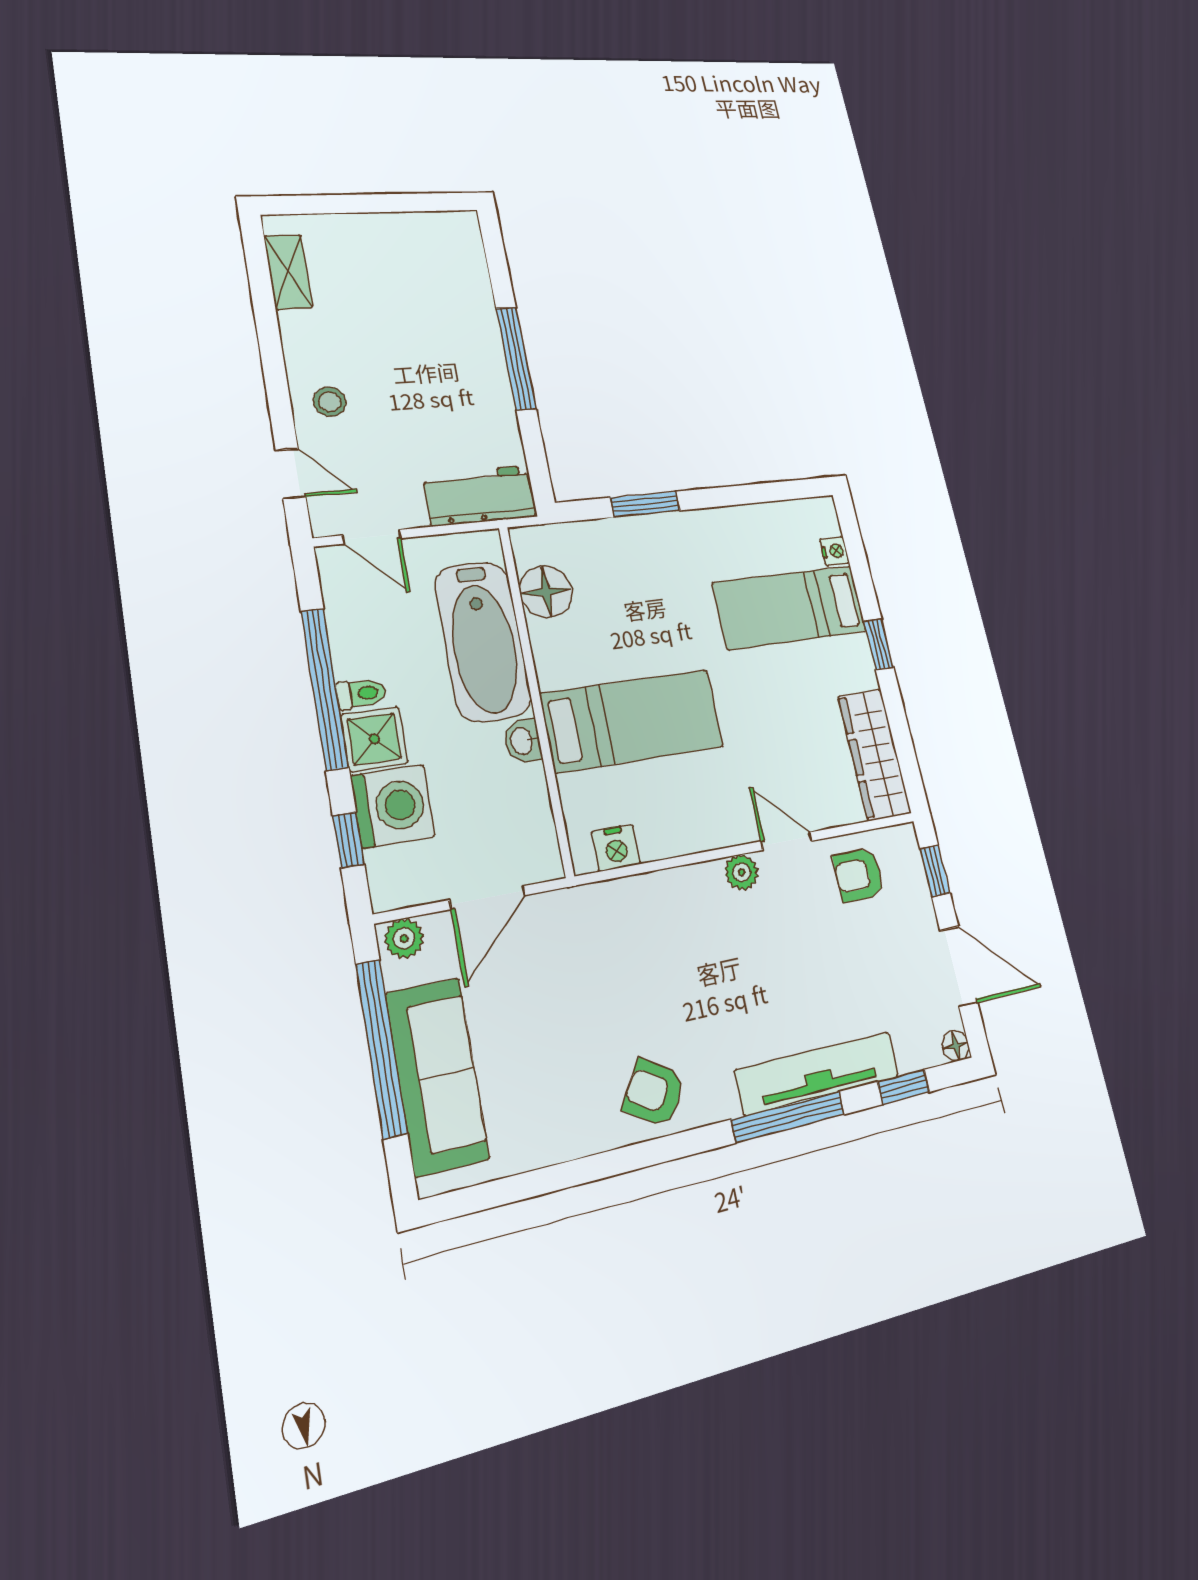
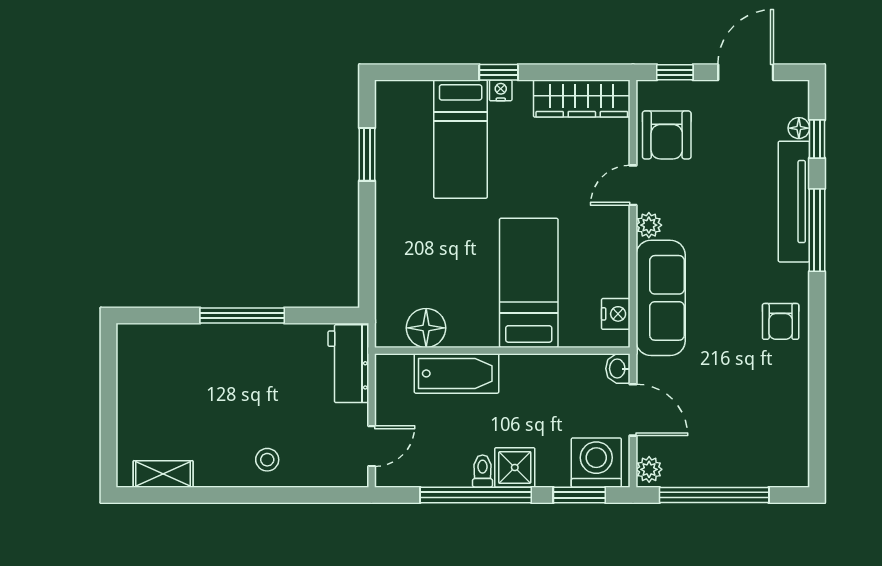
door: (291, 474) -> (319, 495), removed
window: (645, 504) -> (367, 154), moved
nightstand: (835, 551) -> (501, 90), moved
bathtub: (483, 641) -> (457, 373), width x0.73, depth x0.73
washbasin: (523, 741) -> (618, 369), moved, turned 90
washing machine: (393, 806) -> (596, 463), moved
window: (349, 840) -> (579, 495), width x1.50
armchair: (859, 875) -> (667, 135), width x1.38, depth x1.38
floor lamp: (956, 1046) -> (799, 128), moved
sofa: (437, 1076) -> (661, 298), moved, turned 90
armchair: (654, 1093) -> (781, 321), turned -32

